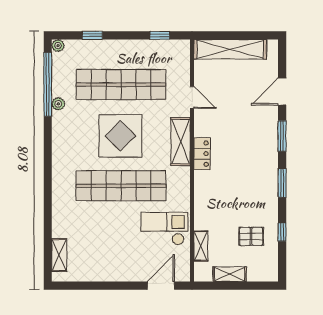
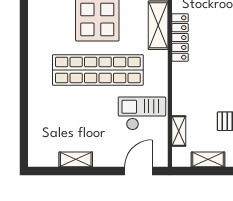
locker: (202, 154) -> (180, 38), width x1.53
shelving: (59, 255) -> (76, 159), moved, turned 90

